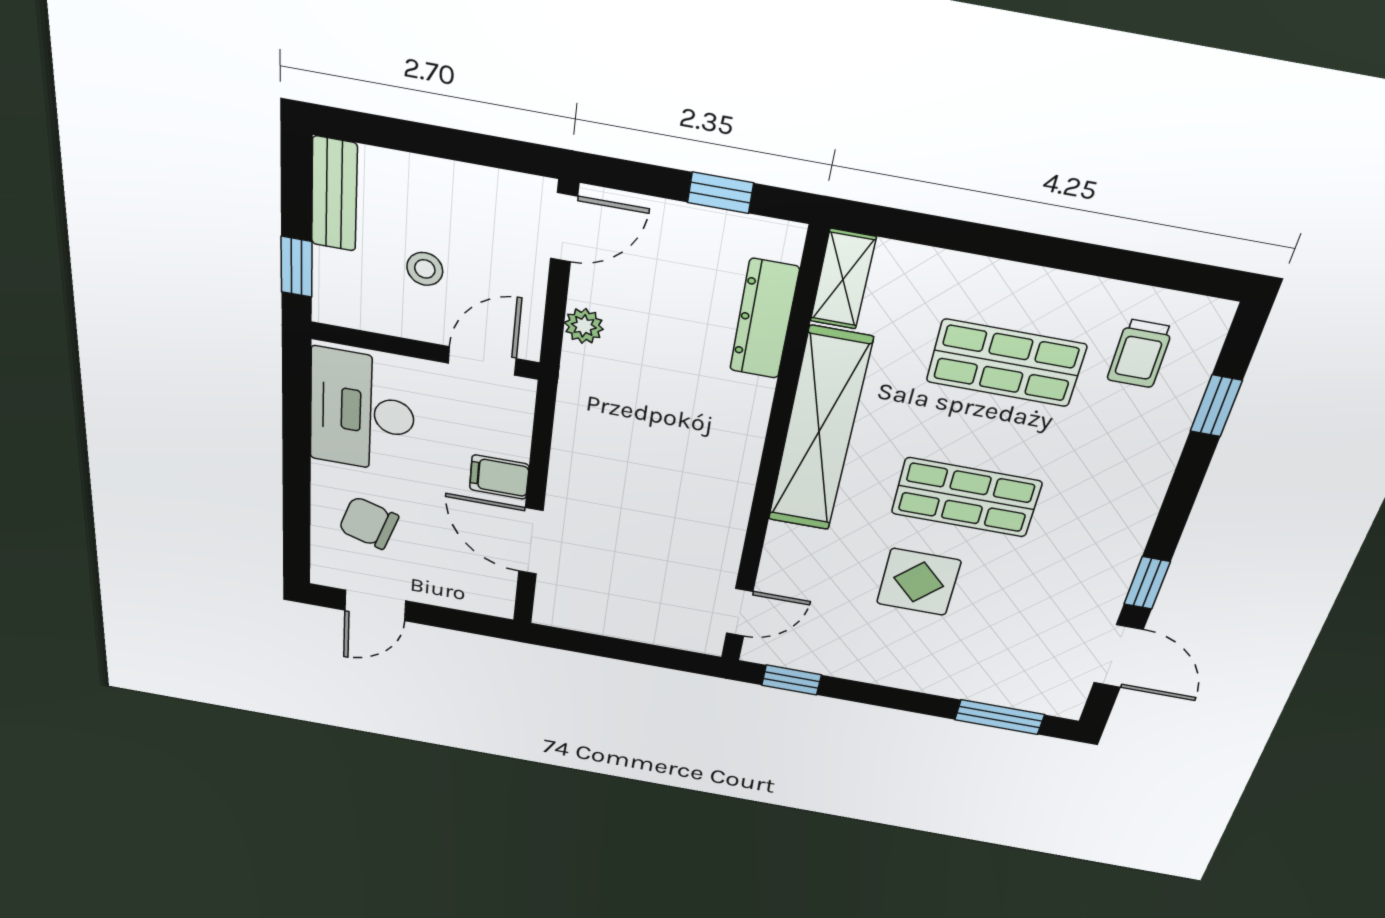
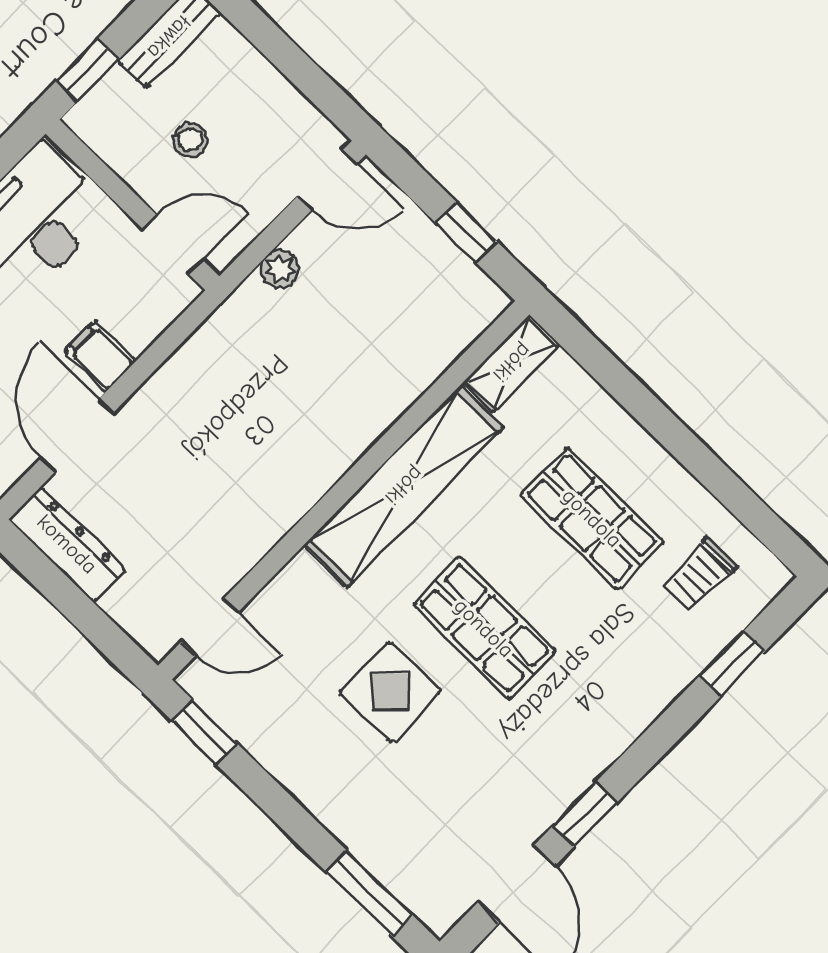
dresser: (764, 319) -> (67, 544), moved, turned 90

